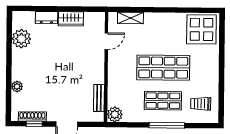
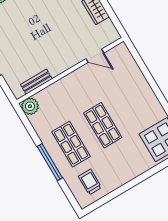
shelving: (130, 18) -> (131, 65), removed
shop shelf: (163, 68) -> (103, 125), width x0.70, depth x0.74

